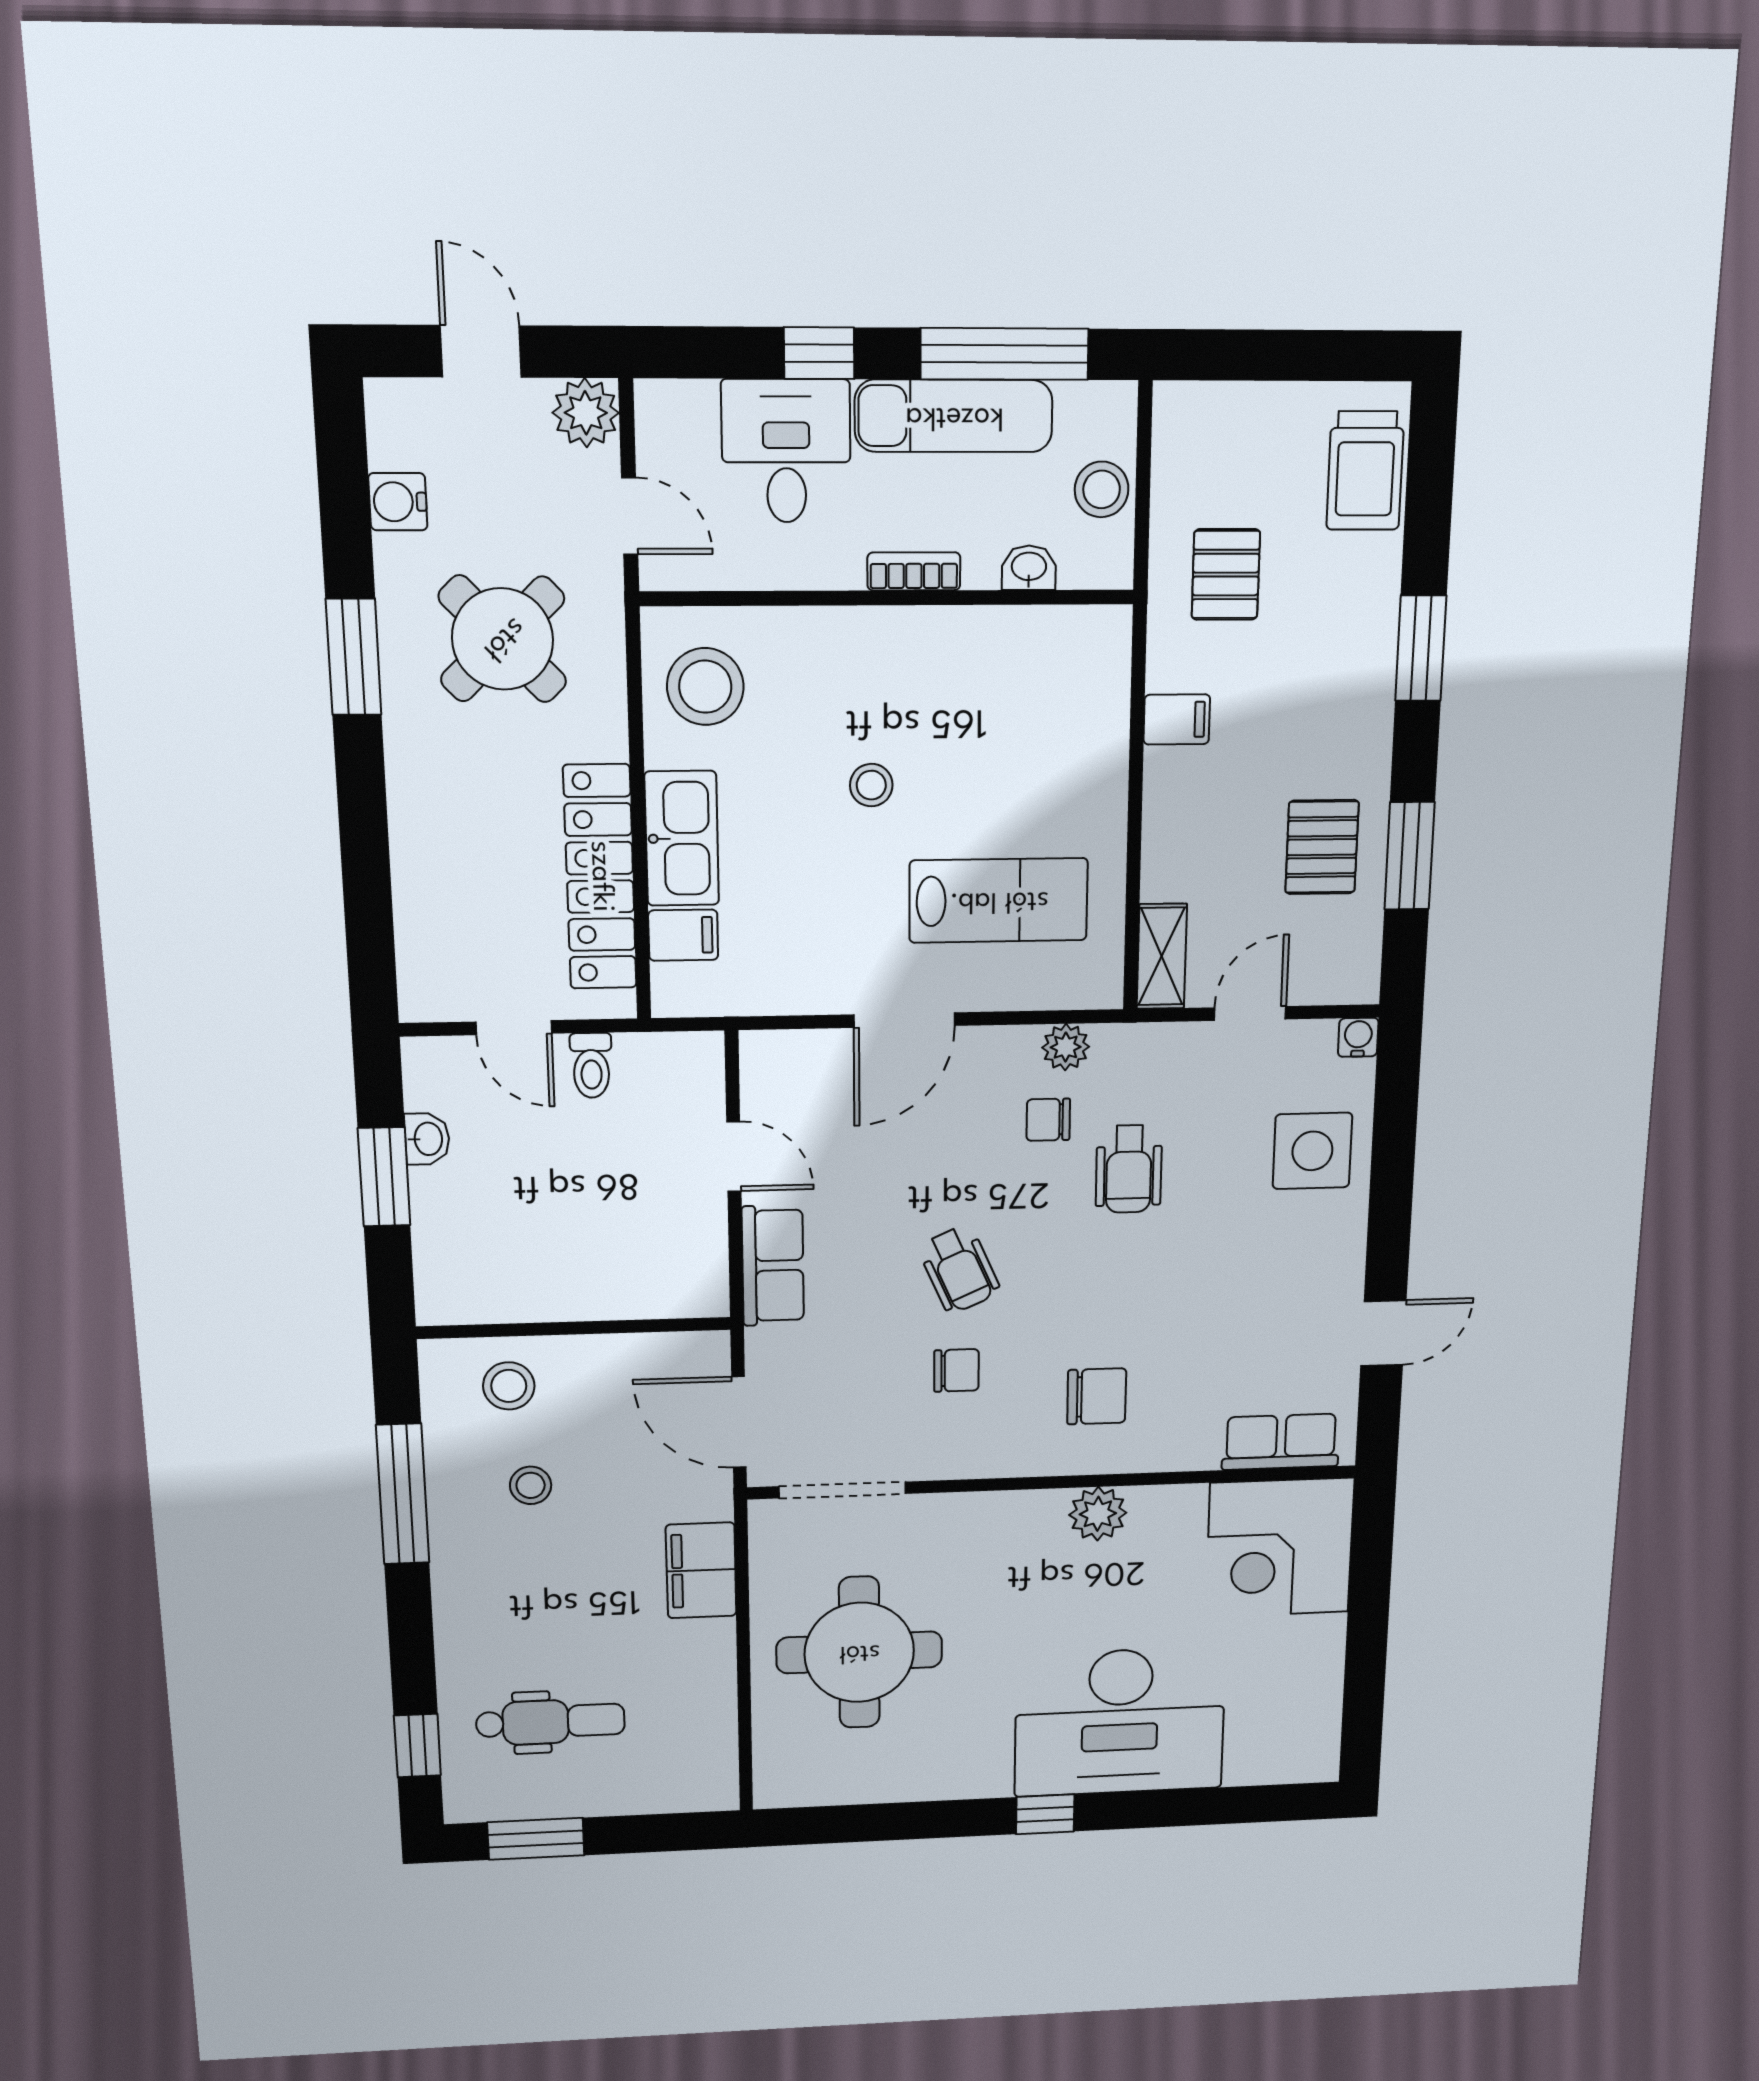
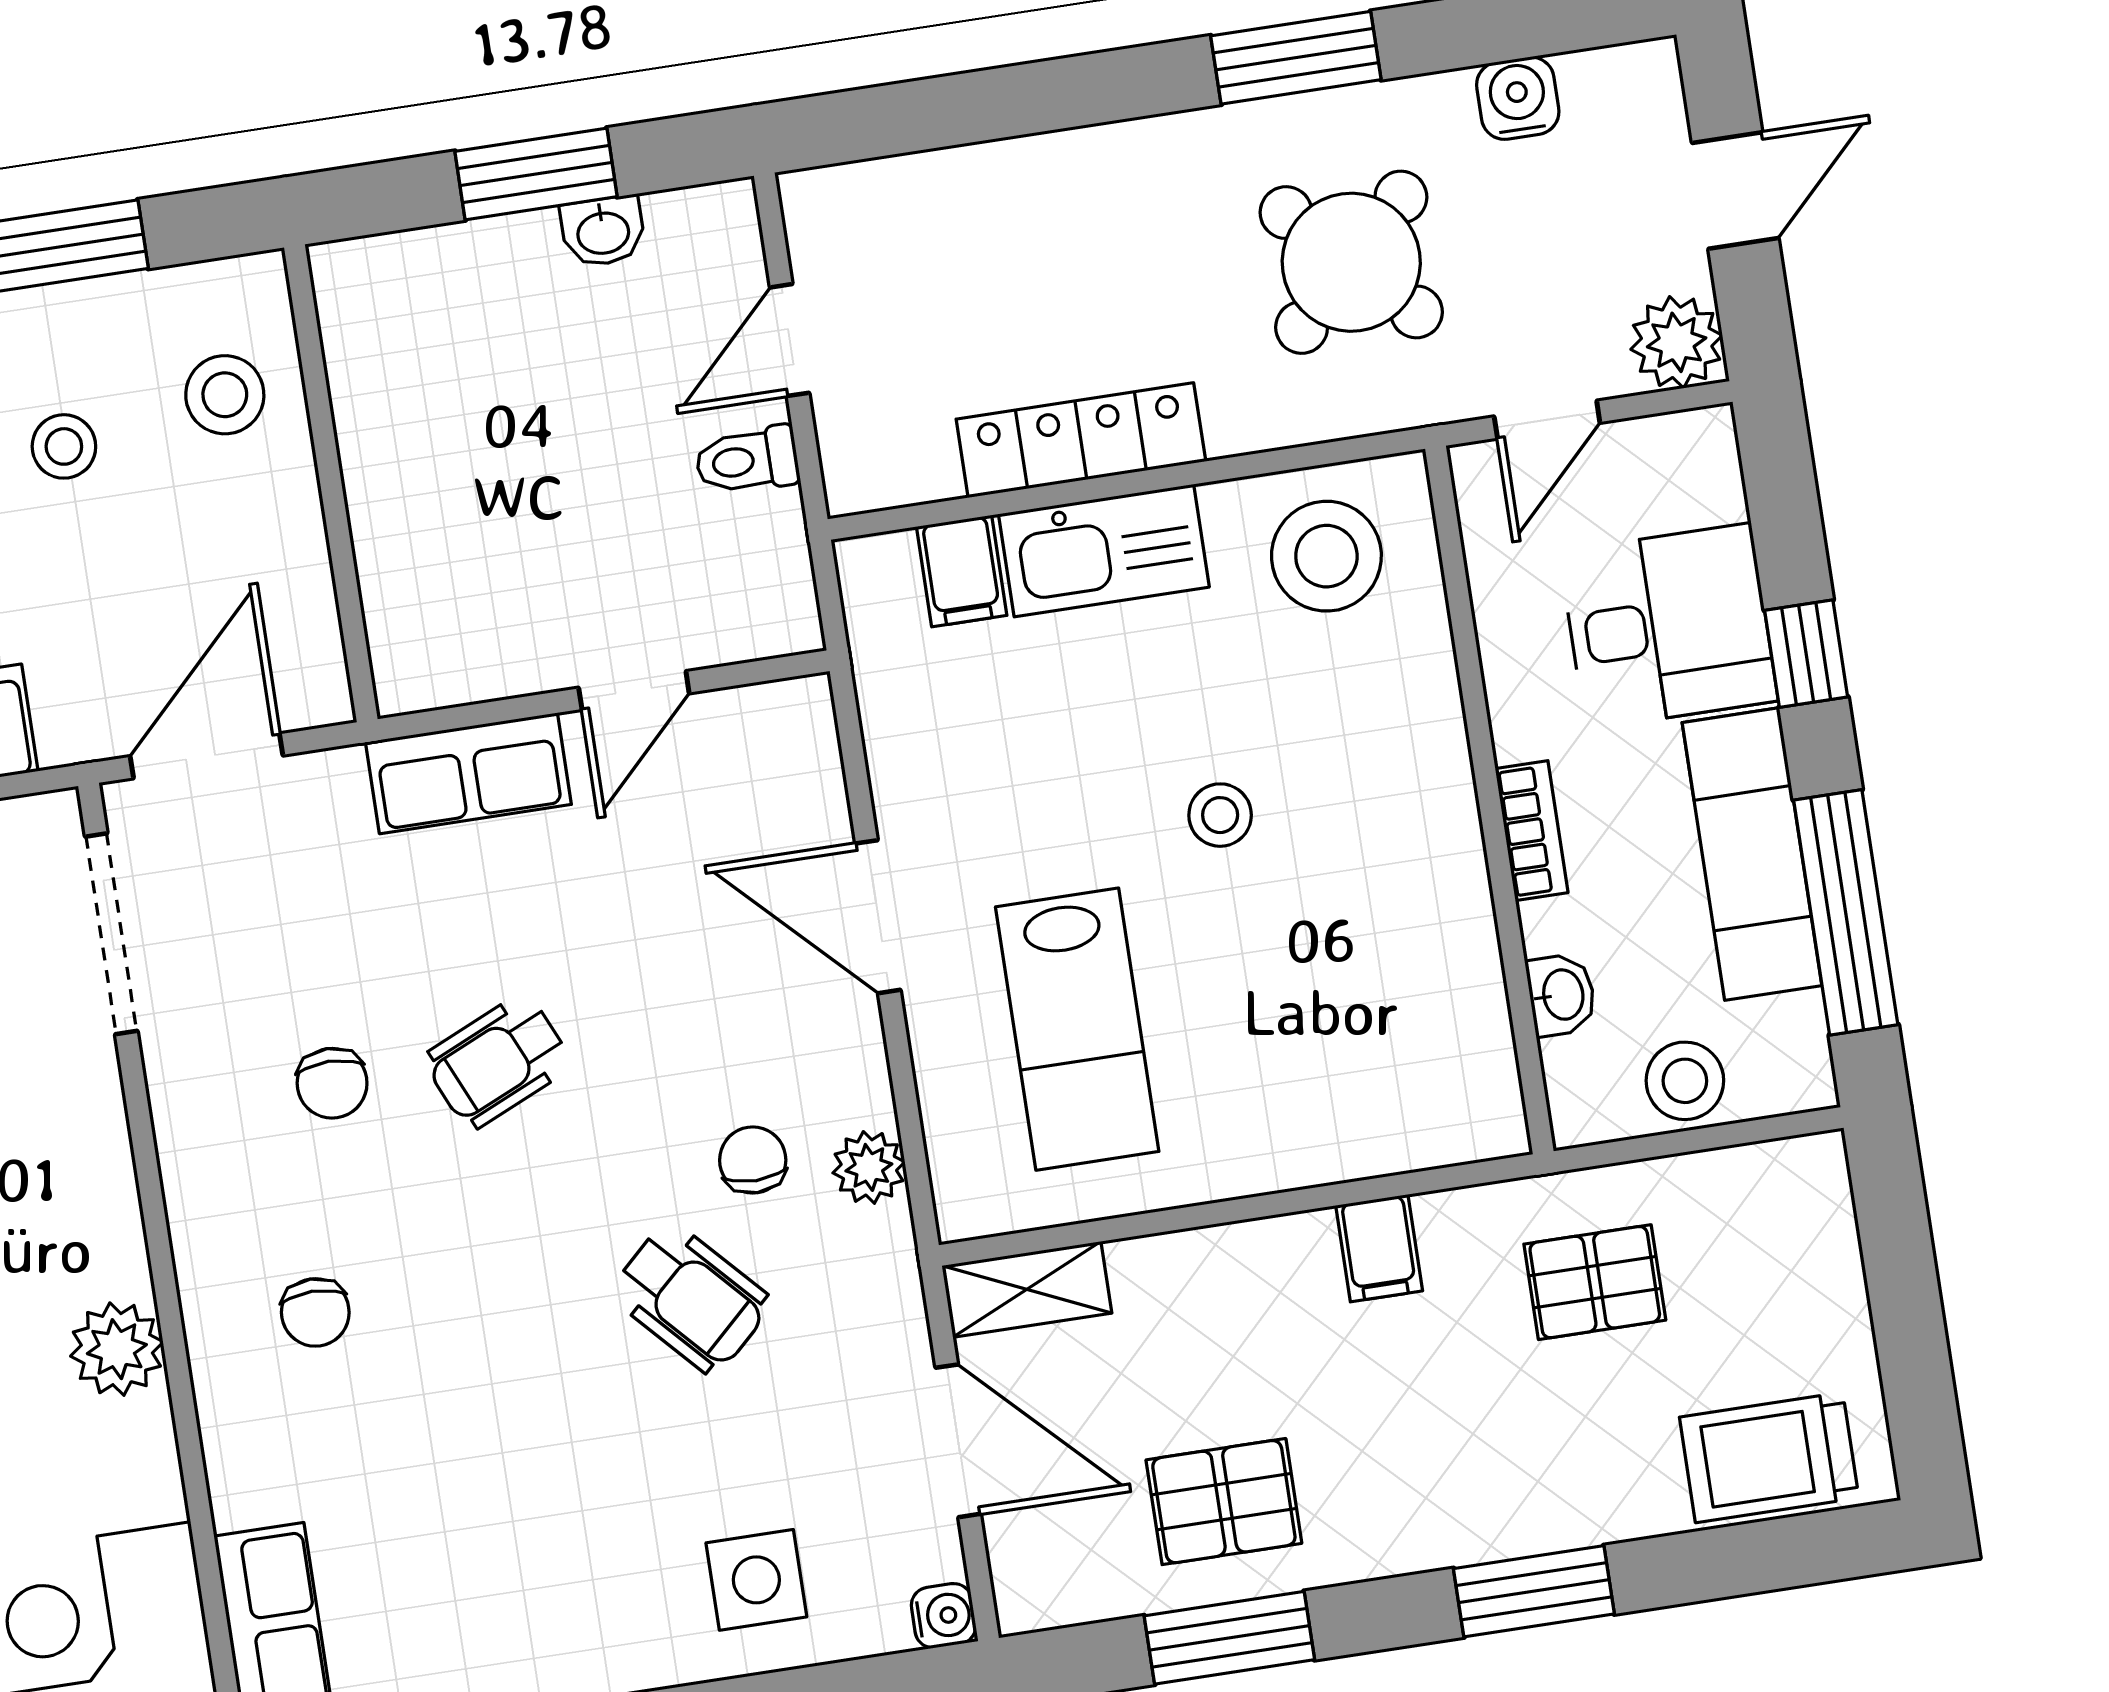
locker: (600, 877) -> (1081, 440), width x0.71, depth x0.83
door: (1250, 1013) -> (958, 1441), width x1.38
side table: (1312, 1151) -> (756, 1580), width x0.73, depth x0.73
wheelchair: (1129, 1169) -> (691, 1298), turned -133
chair: (1097, 1396) -> (315, 1312), width x0.73, depth x0.73

